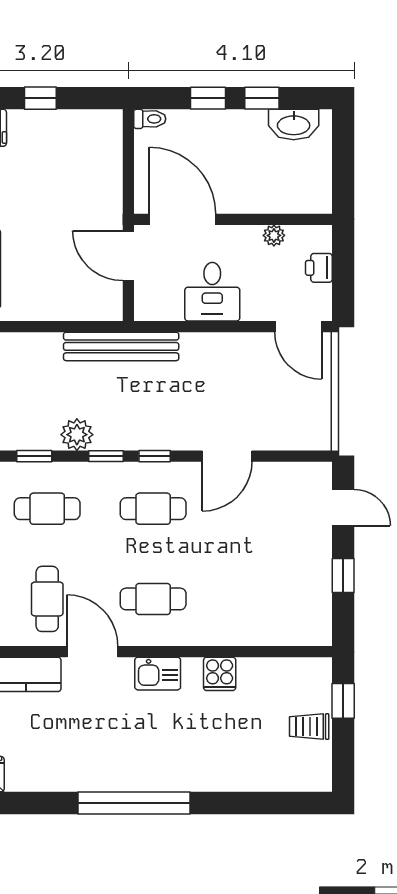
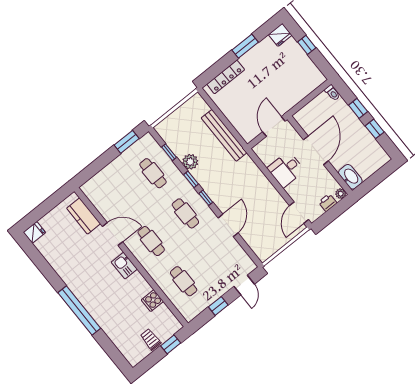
washbasin: (294, 124) -> (350, 177), moved, turned 180
door: (183, 219) -> (316, 150), moved
plant: (274, 235) -> (341, 194), moved
bench: (121, 346) -> (224, 135), moved
door: (227, 456) -> (228, 225), swing flipped
cafe table: (47, 599) -> (184, 281), moved, turned 90
door: (92, 652) -> (113, 234), hinge flipped
cooker: (220, 674) -> (152, 301), moved
window: (134, 803) -> (79, 310), moved

